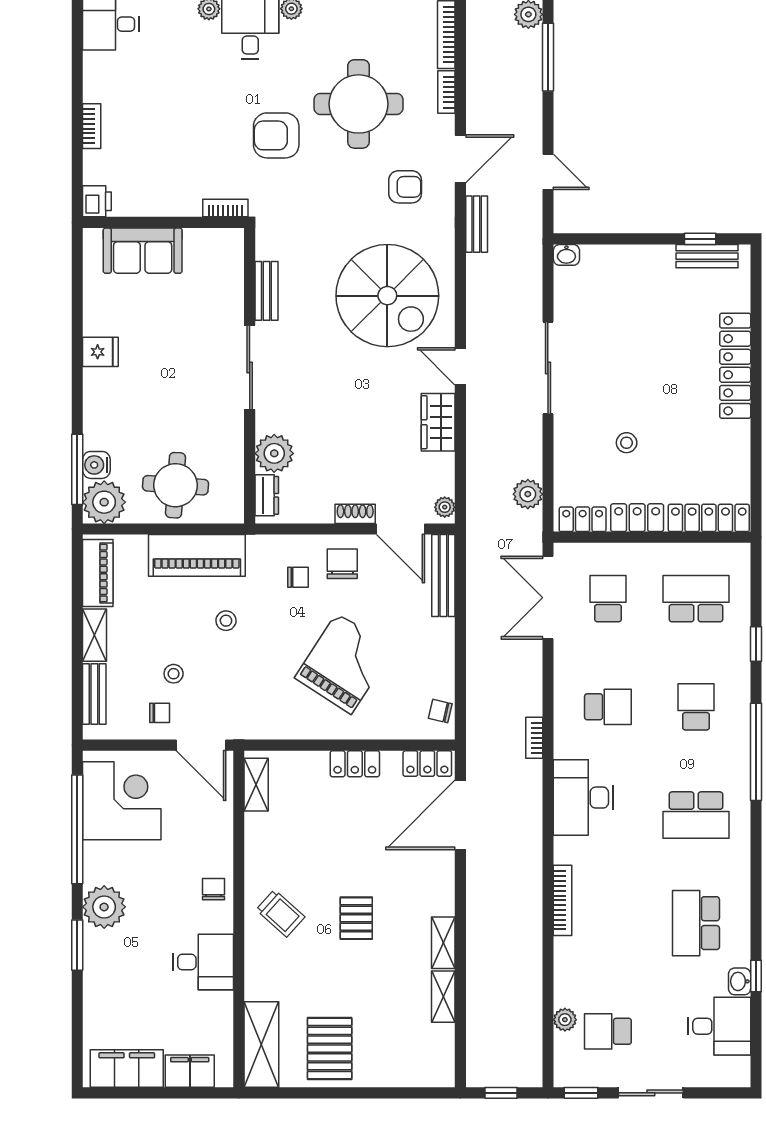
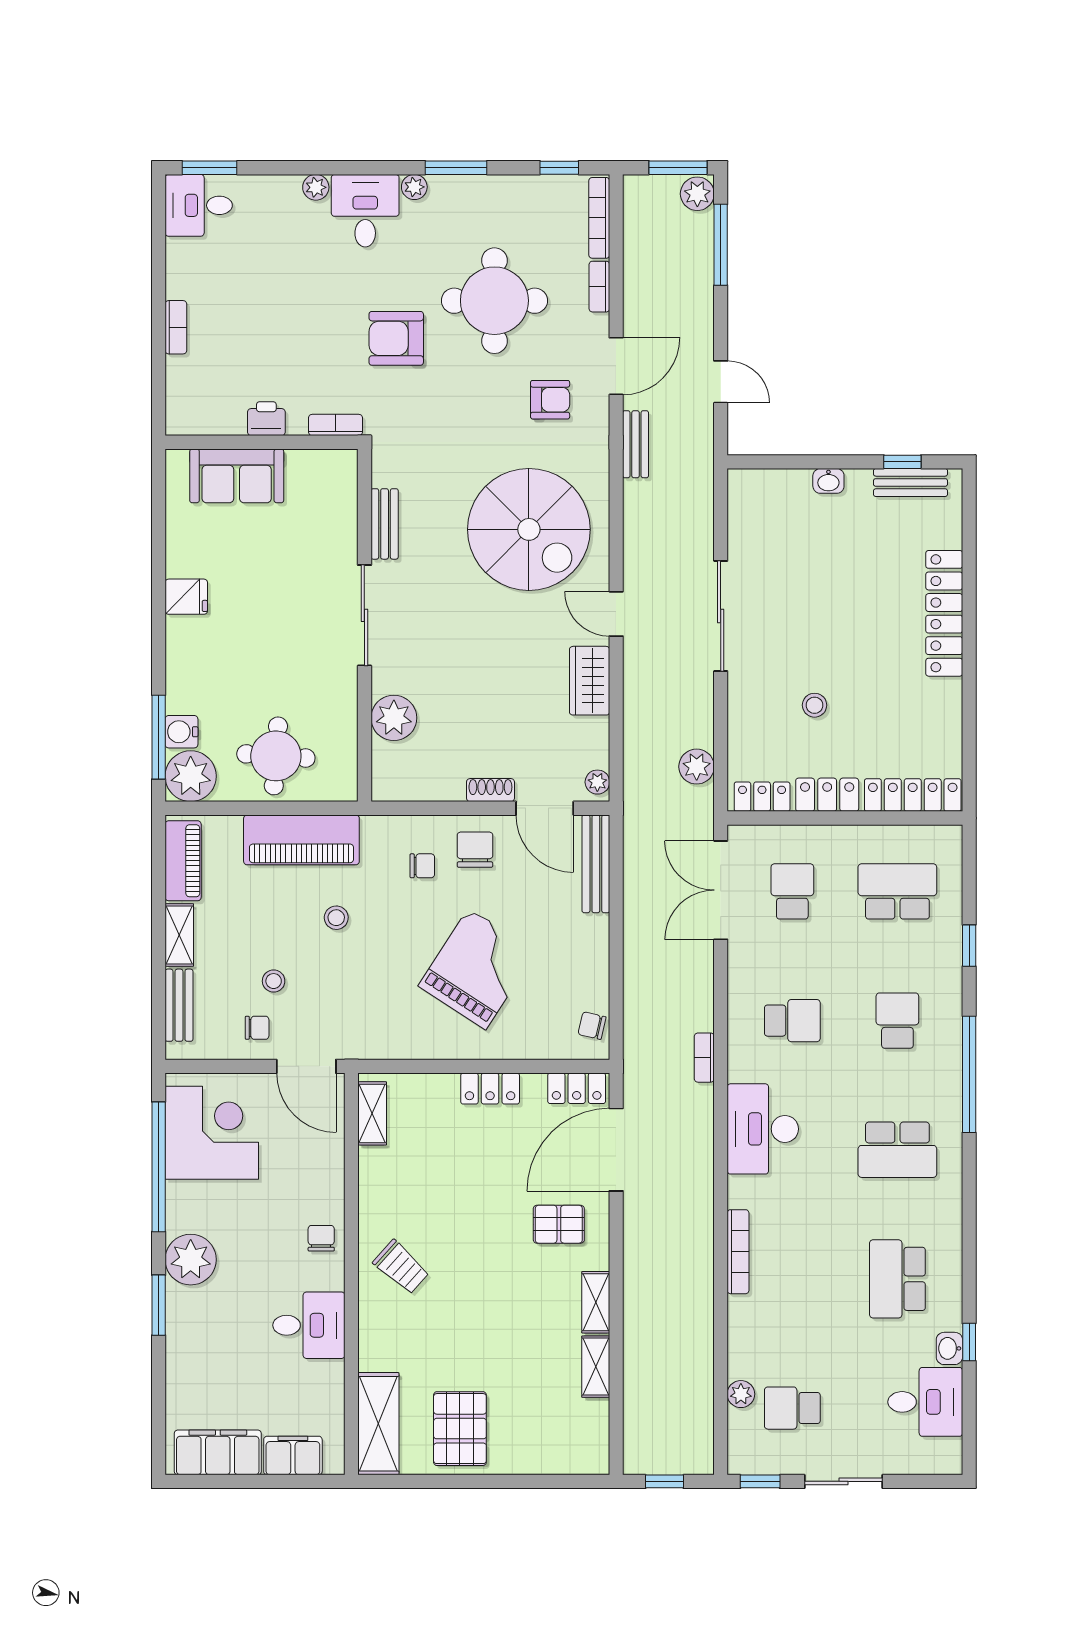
printer: (97, 201) -> (266, 419), moved, turned -90
washbasin: (566, 255) -> (828, 481), moved
dresser: (267, 495) -> (385, 768), removed
pallet: (356, 918) -> (559, 1224), moved, turned 90

